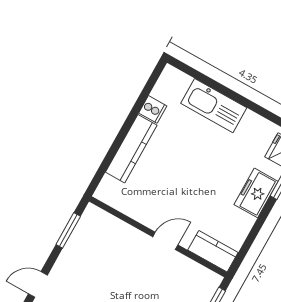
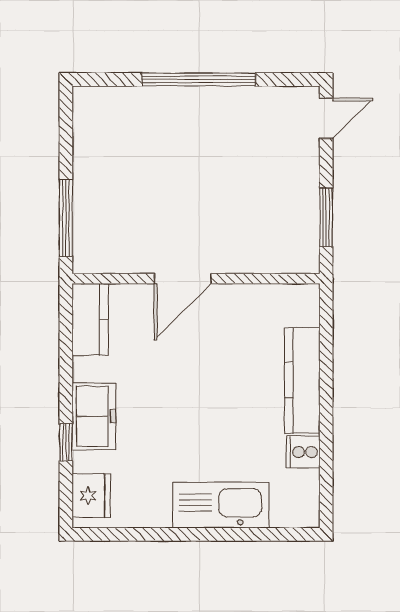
door: (165, 241) -> (183, 279), width x1.38
kitchen counter: (213, 251) -> (90, 320), moved, turned -90

